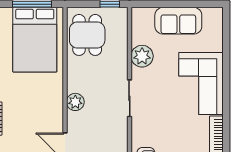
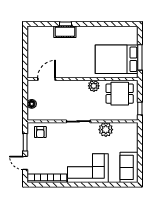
sofa: (178, 21) -> (129, 167), moved
plant: (75, 102) -> (94, 86), moved

